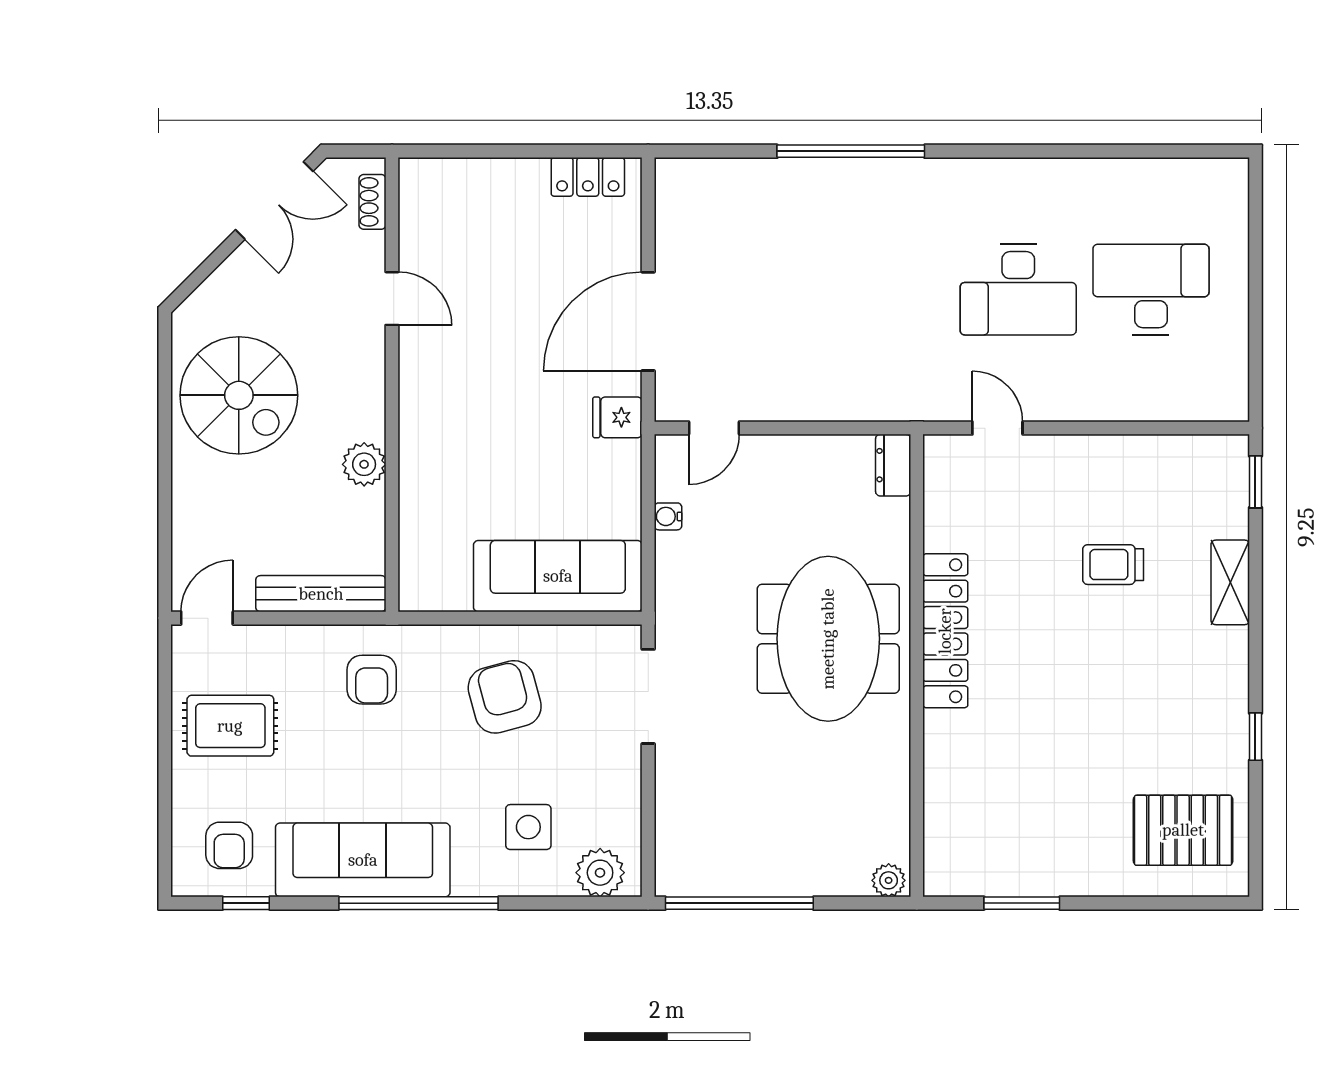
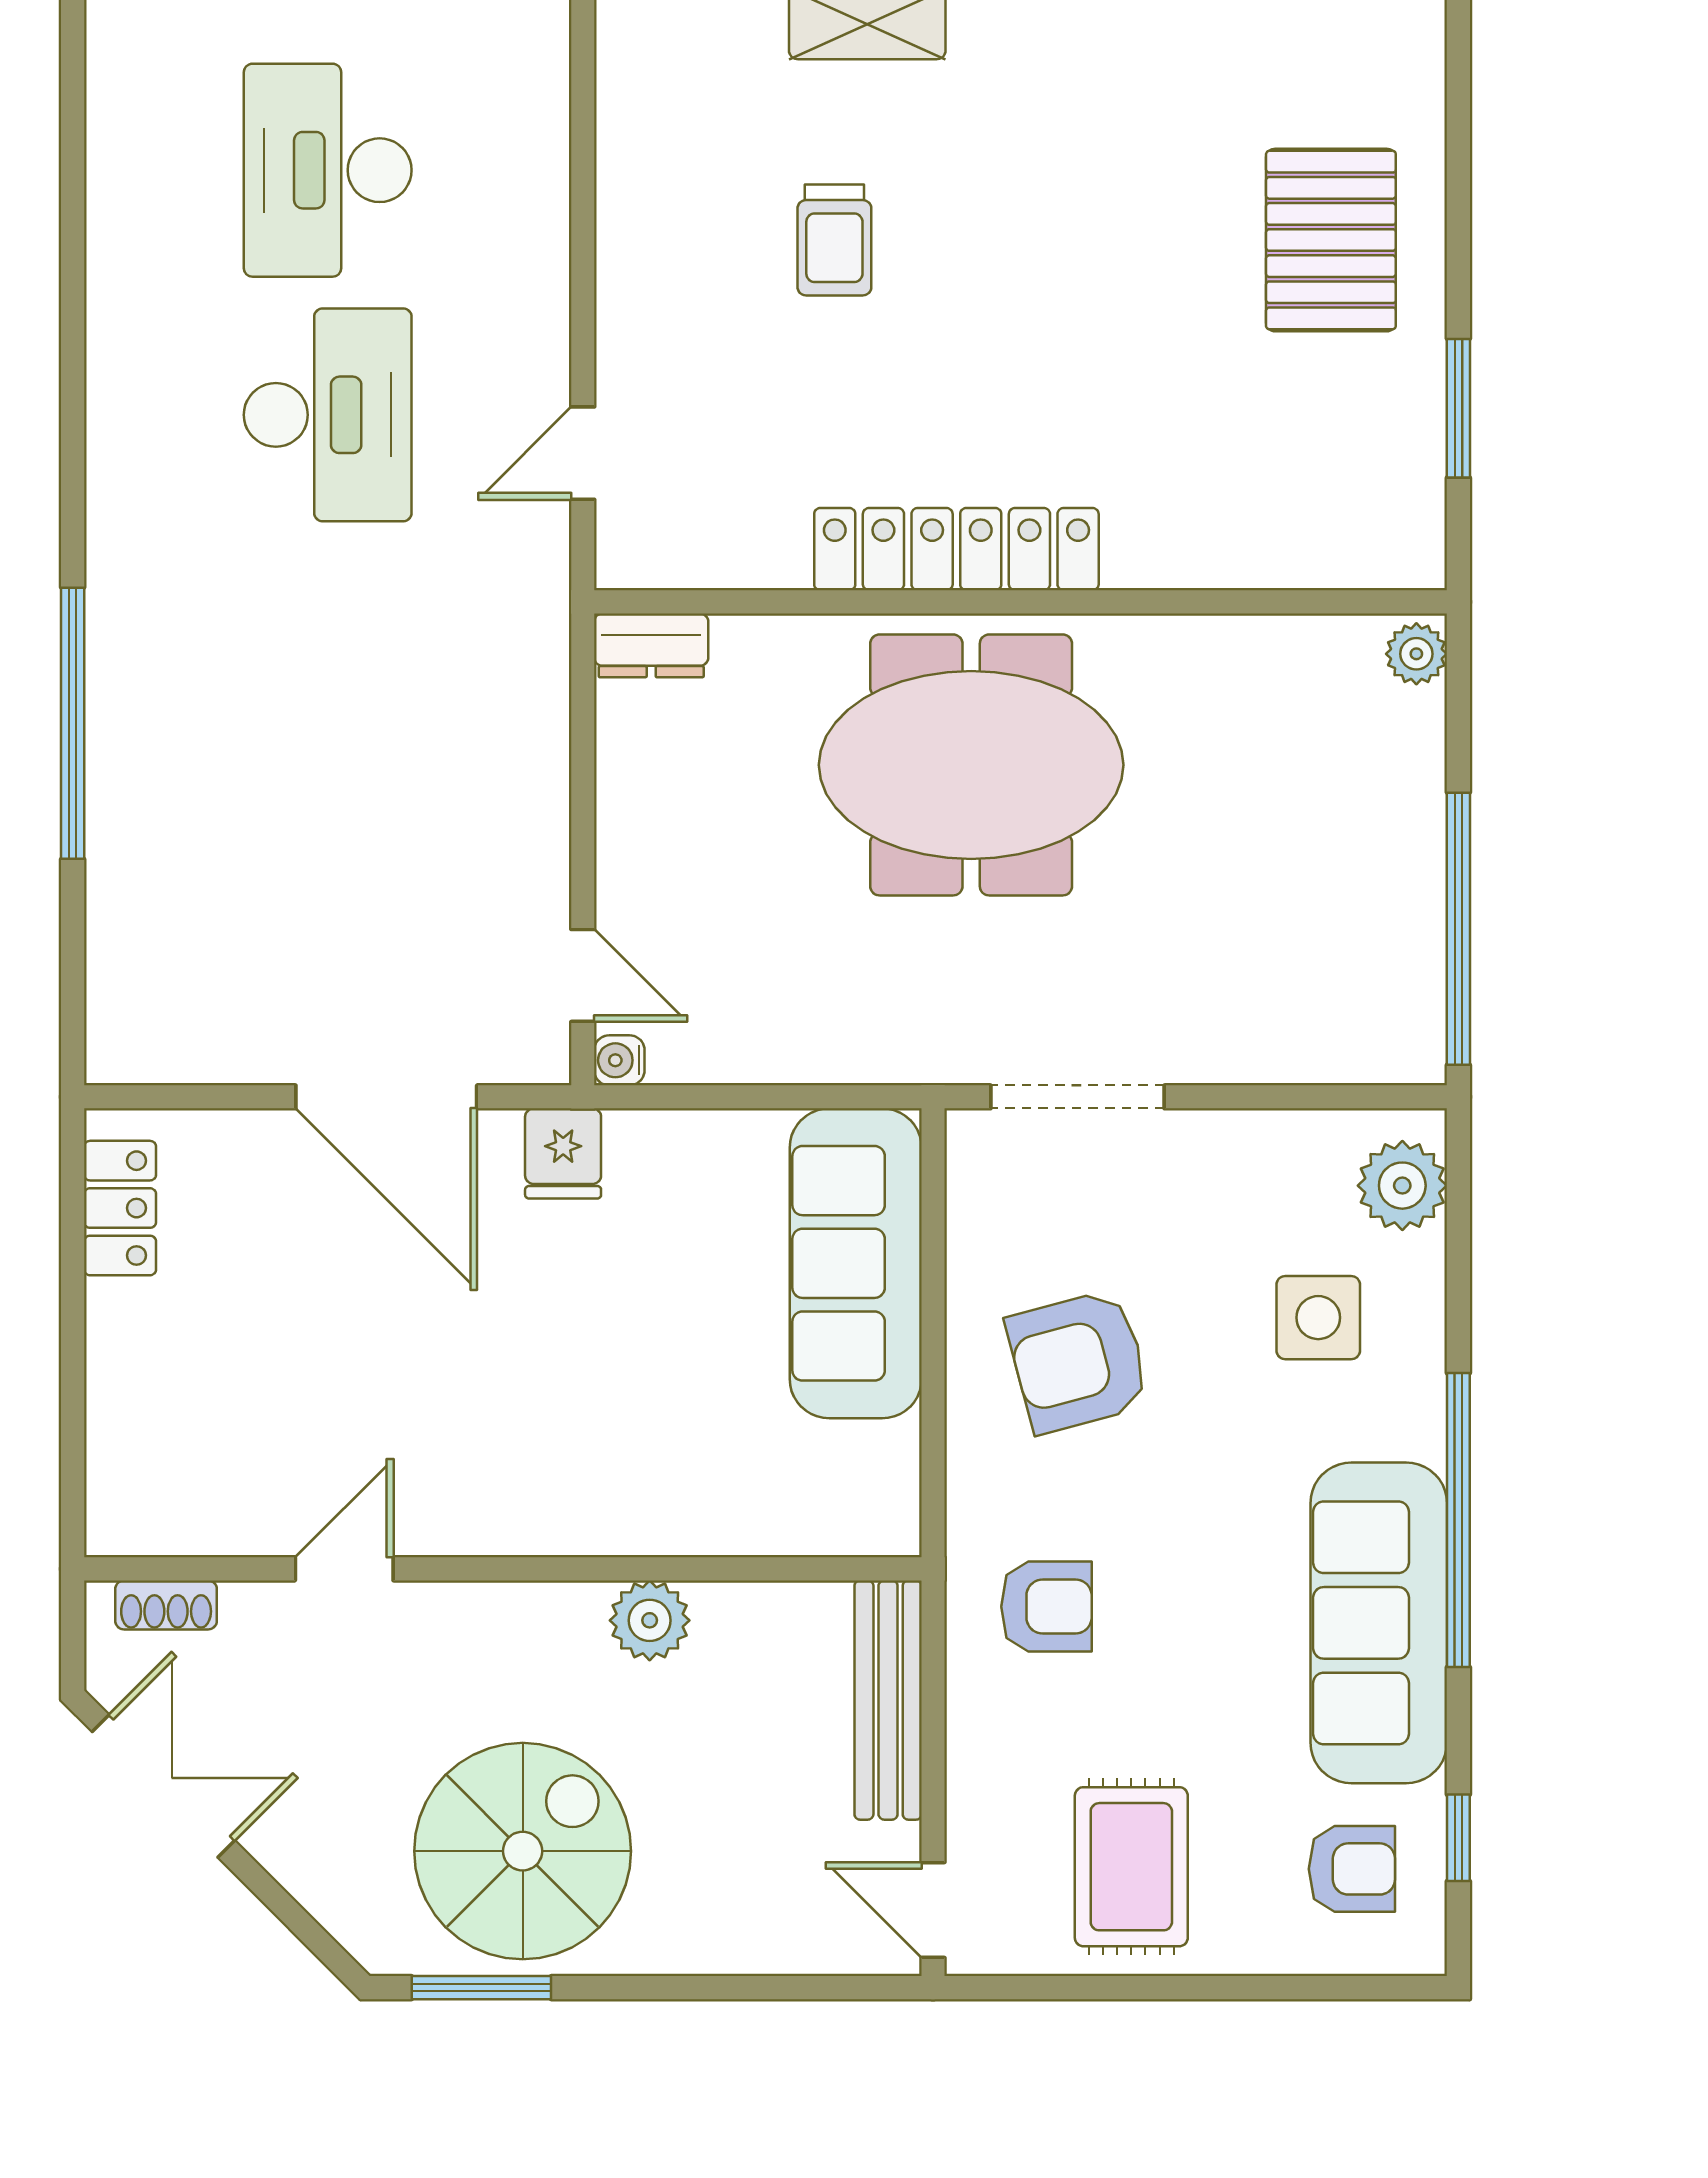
window: (165, 373) -> (481, 1988), added
water cooler: (668, 516) -> (619, 1060), moved, turned 90
pallet: (1183, 830) -> (1331, 240), moved

